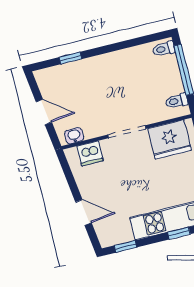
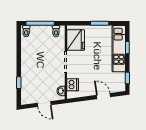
door: (44, 112) -> (44, 104), swing flipped
door: (84, 212) -> (104, 96), hinge flipped

